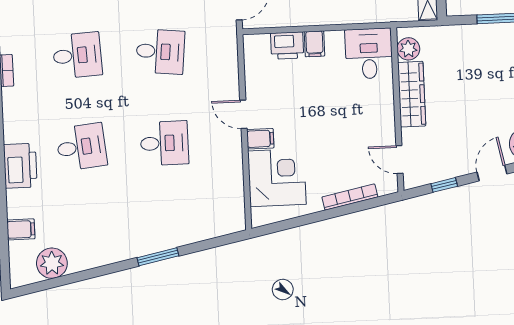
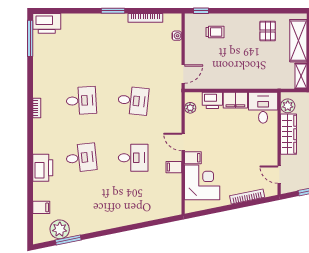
filing cabinet: (314, 44) -> (235, 100), width x2.00
plant: (252, 59) -> (190, 108), added
filing cabinet: (230, 155) -> (174, 167), added
window: (158, 257) -> (68, 240), moved

